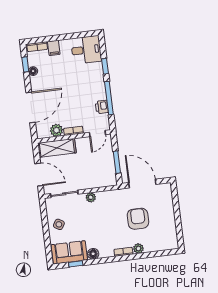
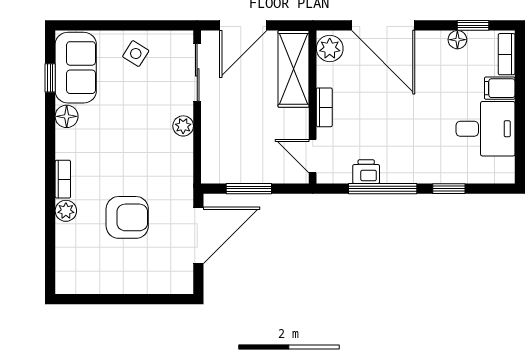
desk: (86, 50) -> (485, 129), moved, turned -90
plant: (56, 130) -> (330, 48), moved

